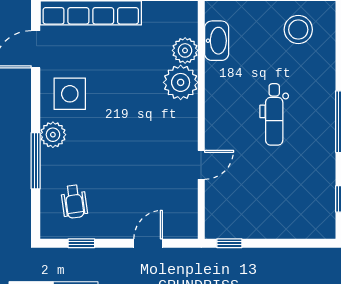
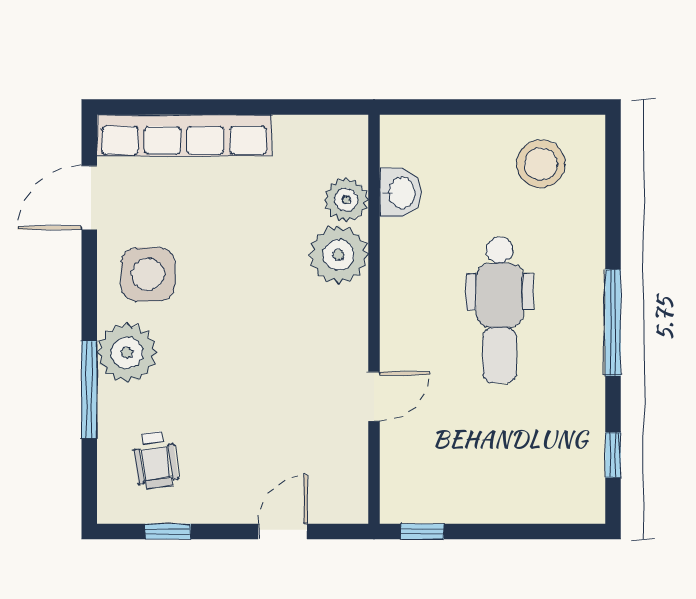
washbasin: (217, 41) -> (401, 193), width x0.72
dental chair: (274, 114) -> (499, 310), width x1.36, depth x1.38
plant: (53, 135) -> (127, 353), width x1.36, depth x1.36

